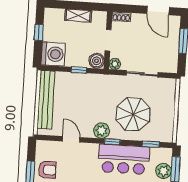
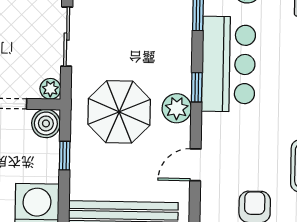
parasol: (133, 114) -> (119, 112), moved

